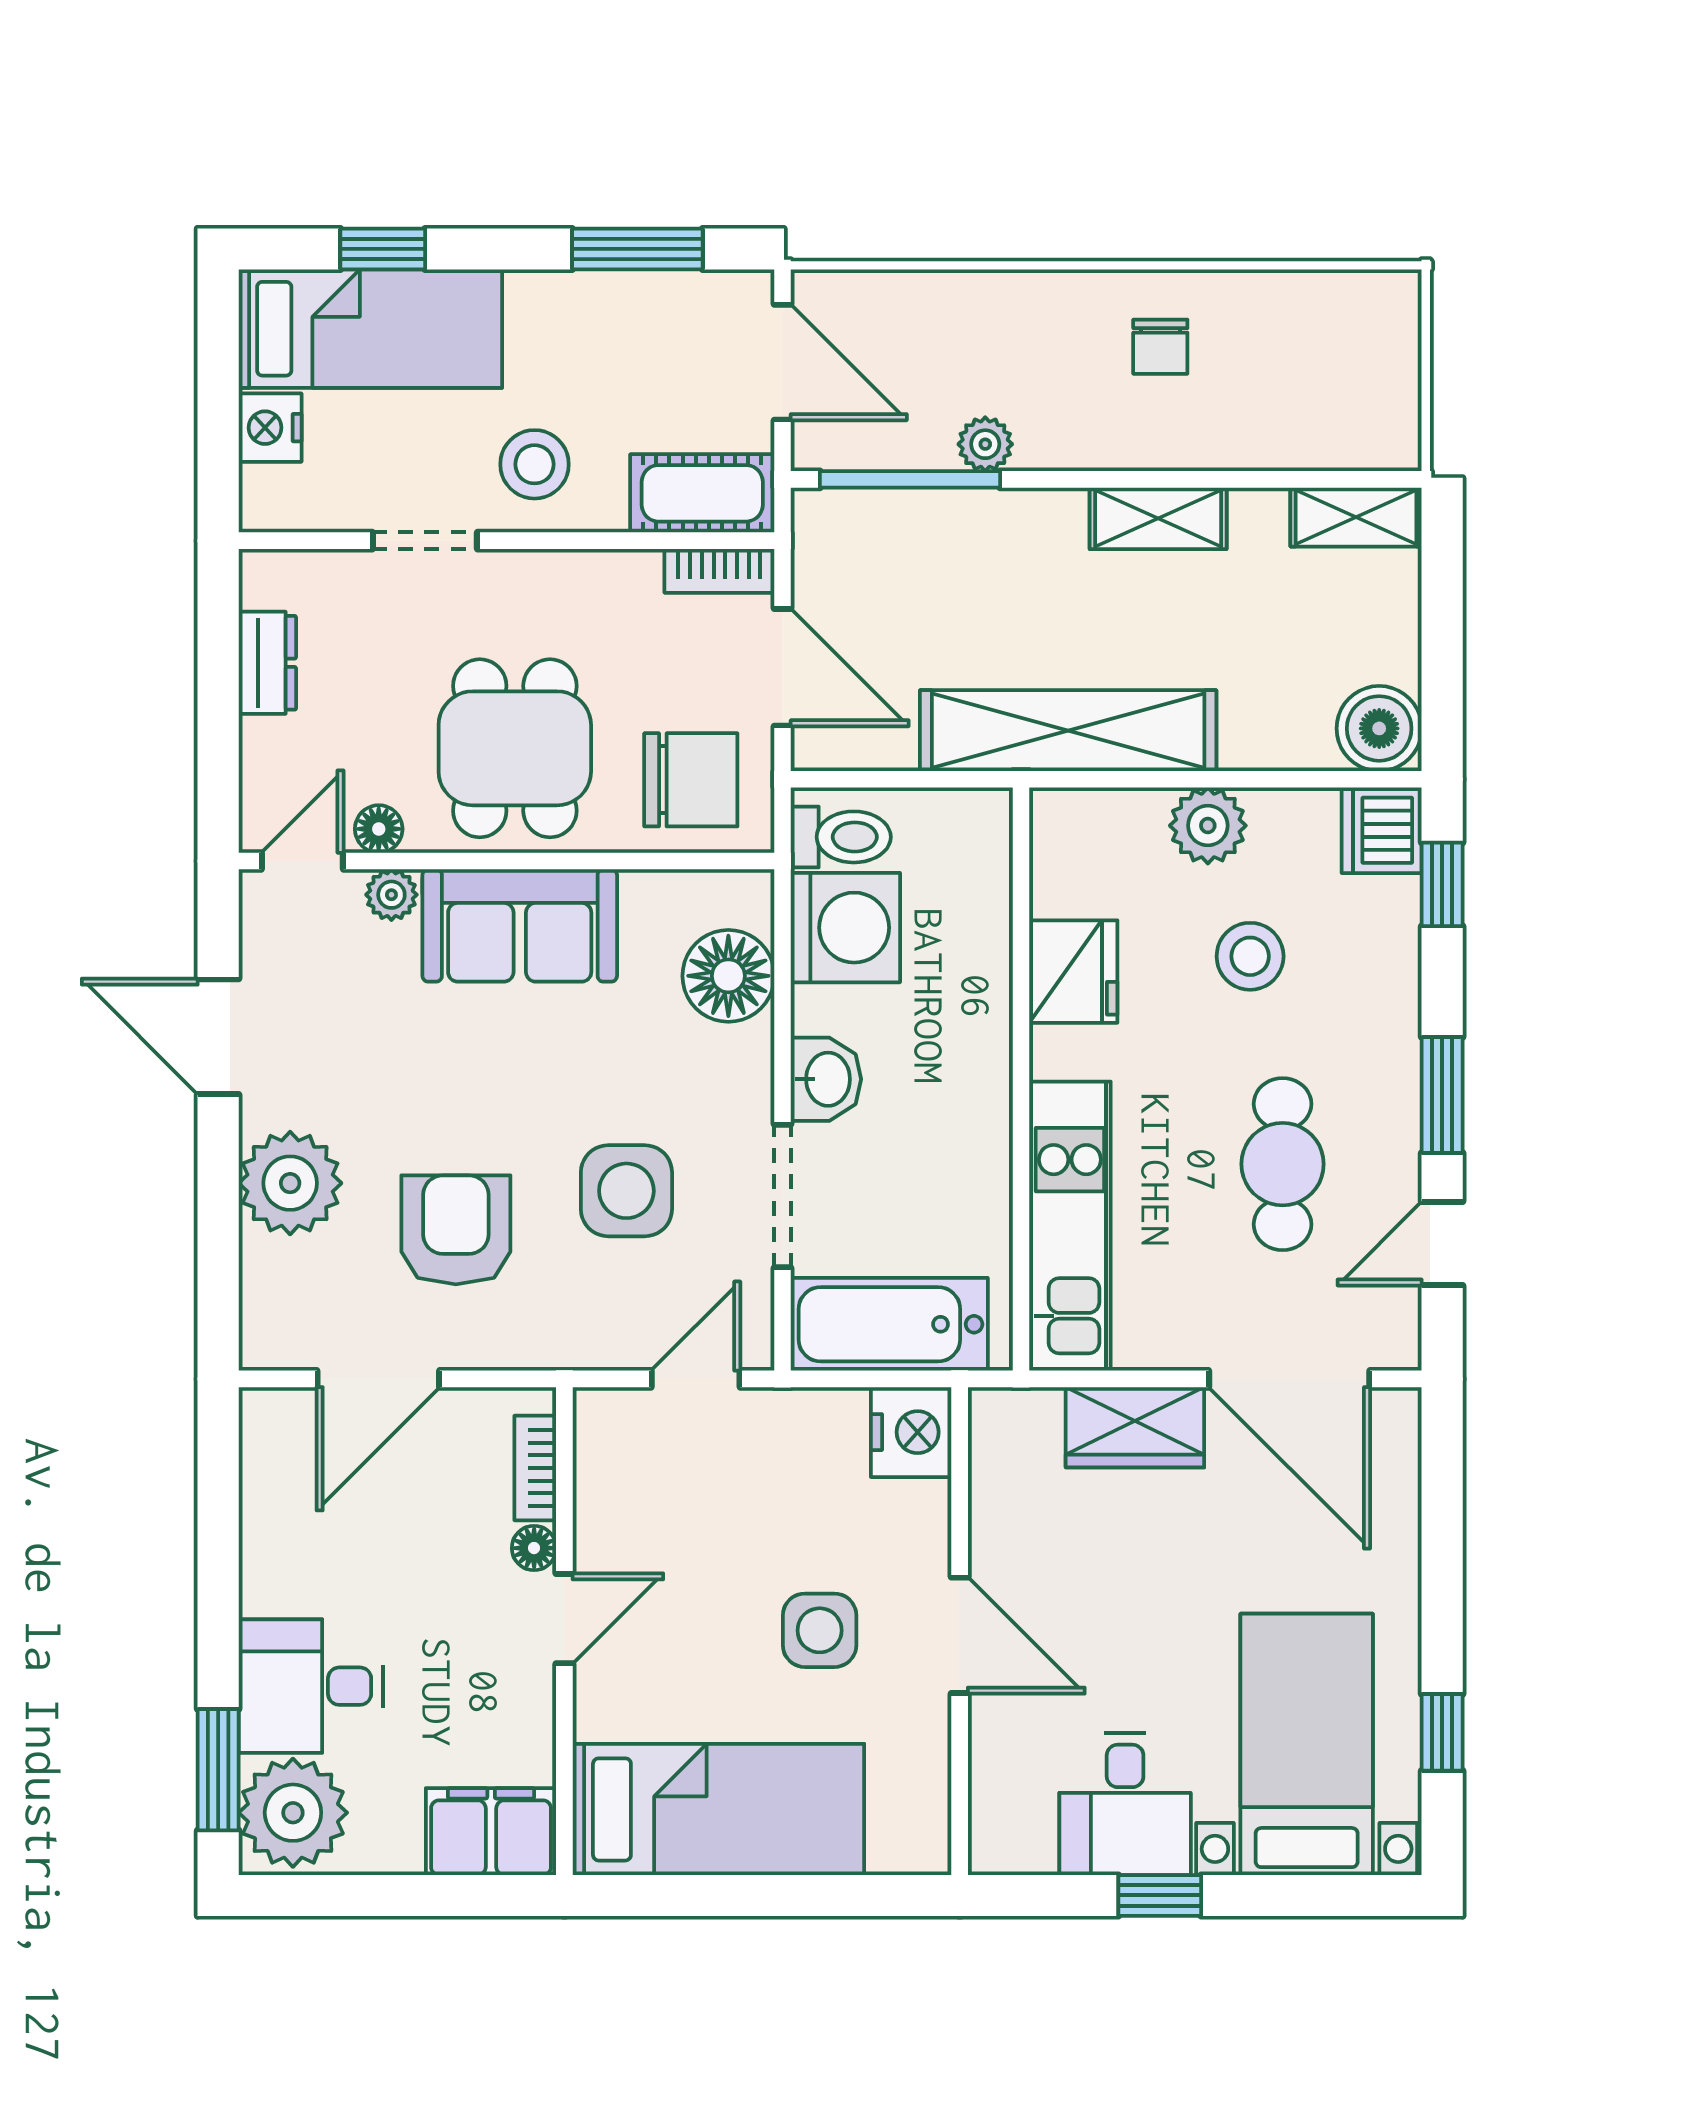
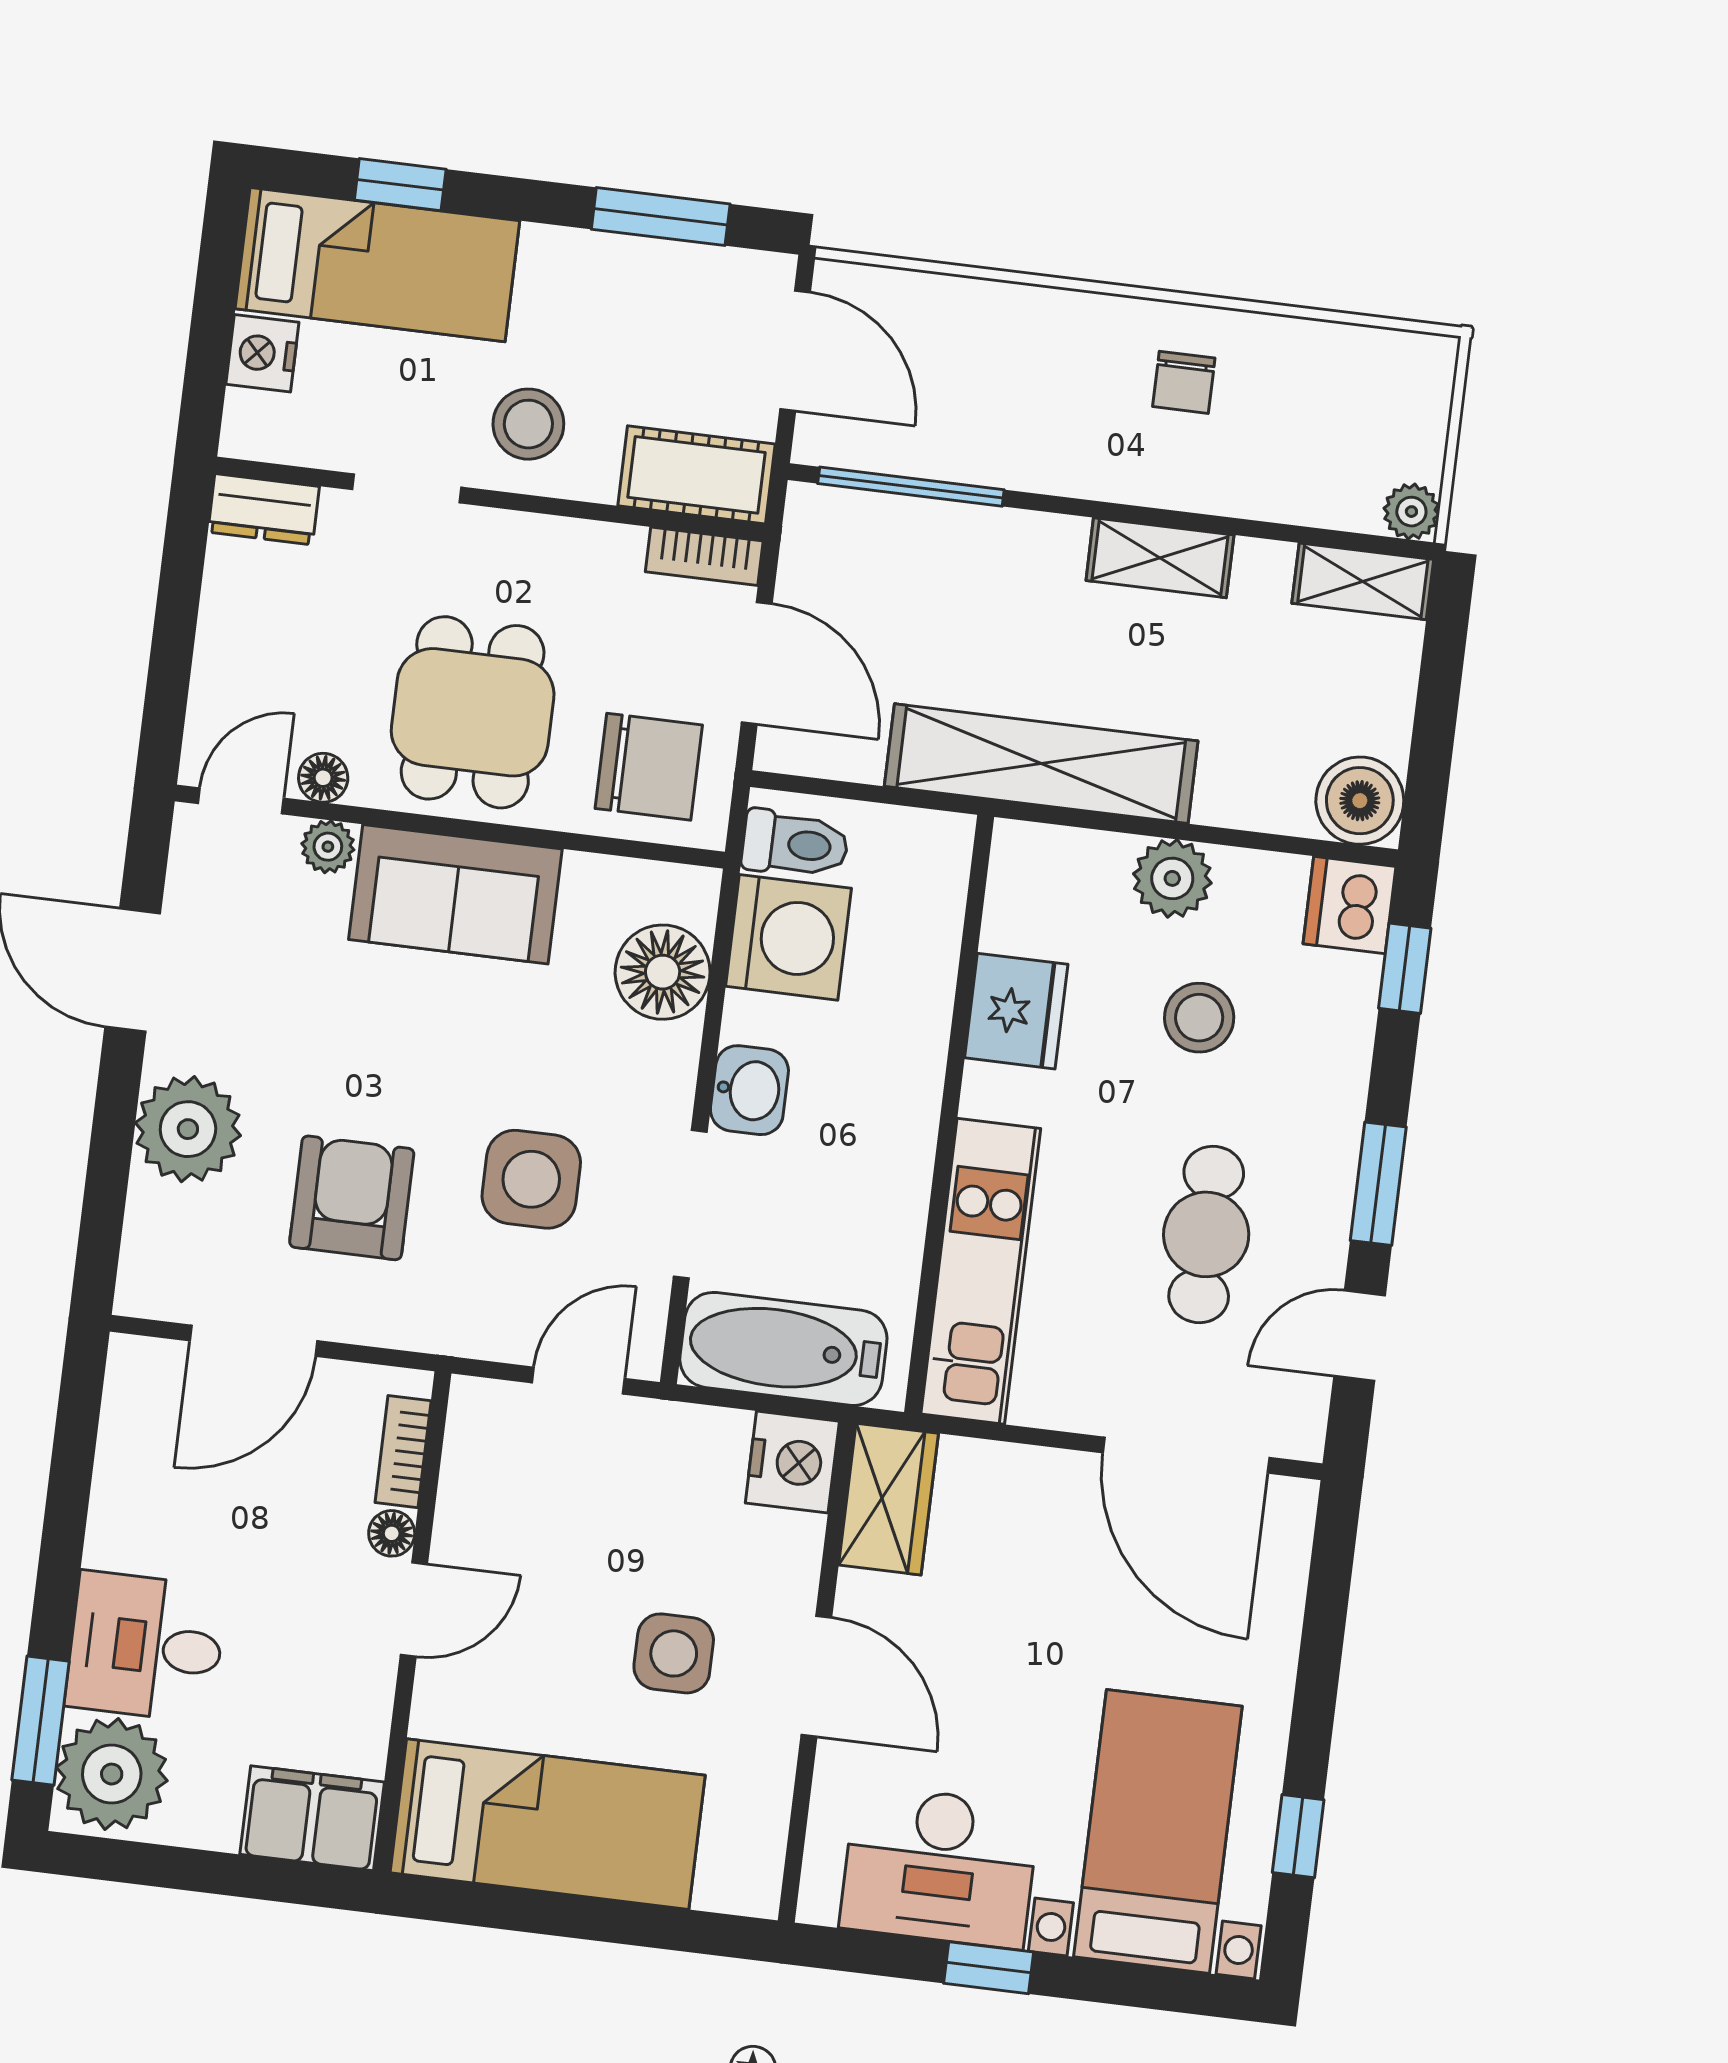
plant: (985, 444) -> (1411, 512), moved
dresser: (267, 663) -> (264, 509), moved, turned 90
wardrobe: (1135, 1427) -> (888, 1499), moved, turned -90
desk: (1125, 1804) -> (939, 1867), width x1.37

